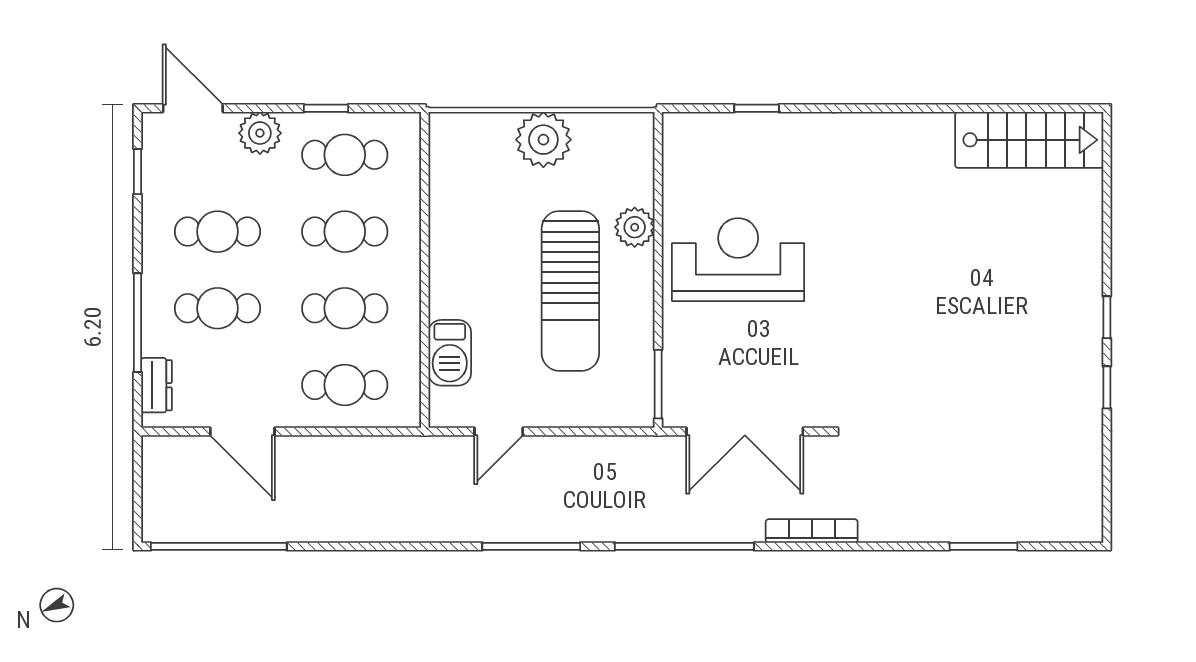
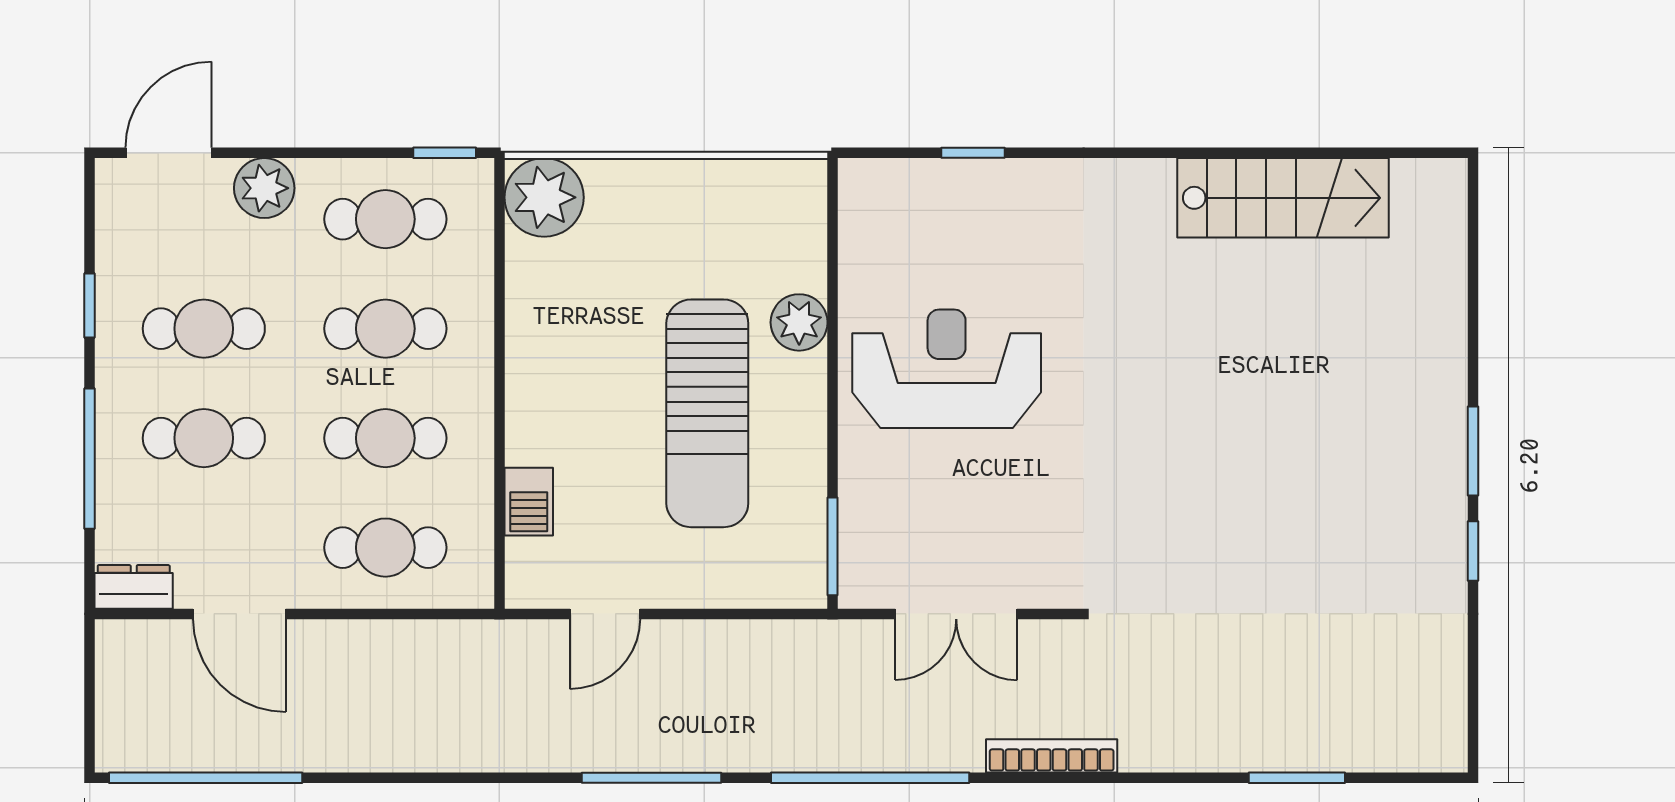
door: (193, 108) -> (169, 153), hinge flipped
window: (326, 108) -> (445, 153), moved
plant: (543, 140) -> (544, 197), moved
stairs: (1029, 140) -> (1283, 198), moved
window: (138, 172) -> (90, 306), moved
window: (1107, 317) -> (1473, 451), width x1.50
barbecue: (450, 353) -> (529, 502), width x0.73, depth x0.79
dresser: (156, 385) -> (134, 587), moved, turned -90
double door: (745, 431) -> (956, 614), width x0.73

